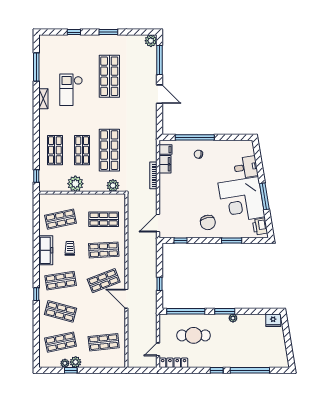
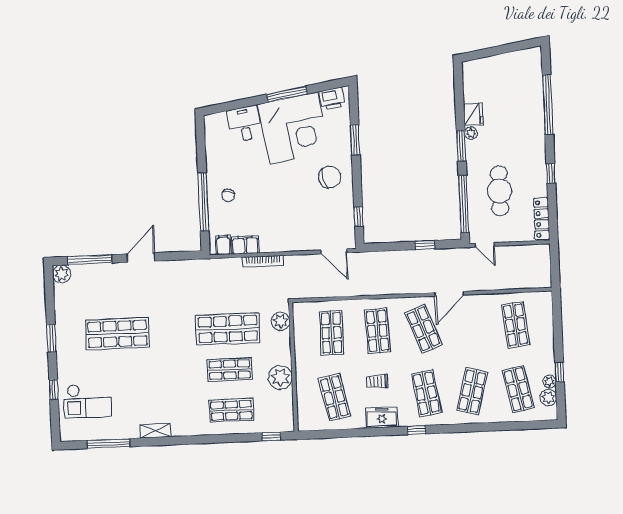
checkout: (71, 90) -> (88, 401), moved
freezer: (46, 250) -> (382, 417), width x0.71
window: (36, 294) -> (416, 430), moved
fridge: (273, 320) -> (473, 114), moved
door: (158, 349) -> (485, 245), moved
plant: (76, 362) -> (548, 398), moved
window: (217, 370) -> (551, 173), moved

